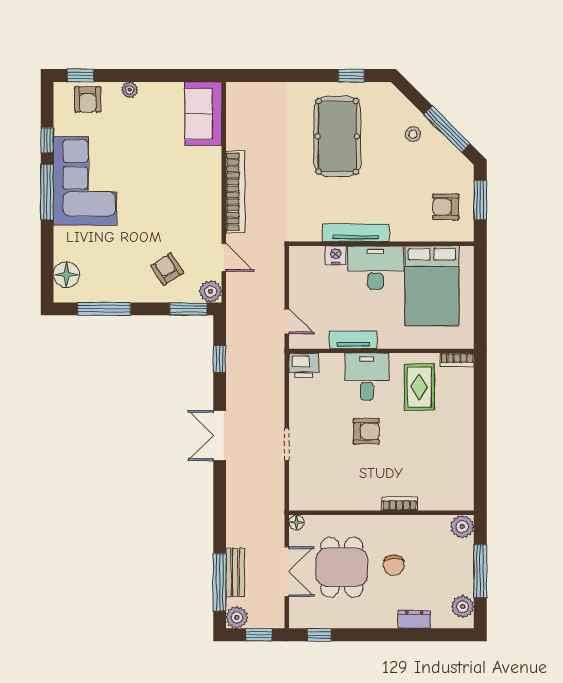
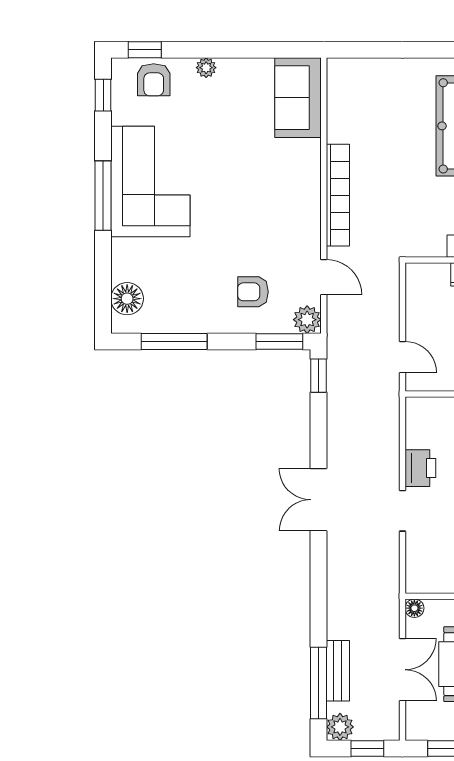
window: (47, 140) -> (103, 95), moved
armchair: (167, 269) -> (253, 292), turned -57
window: (220, 359) -> (318, 376), moved
printer: (304, 365) -> (420, 468), moved, turned -90

